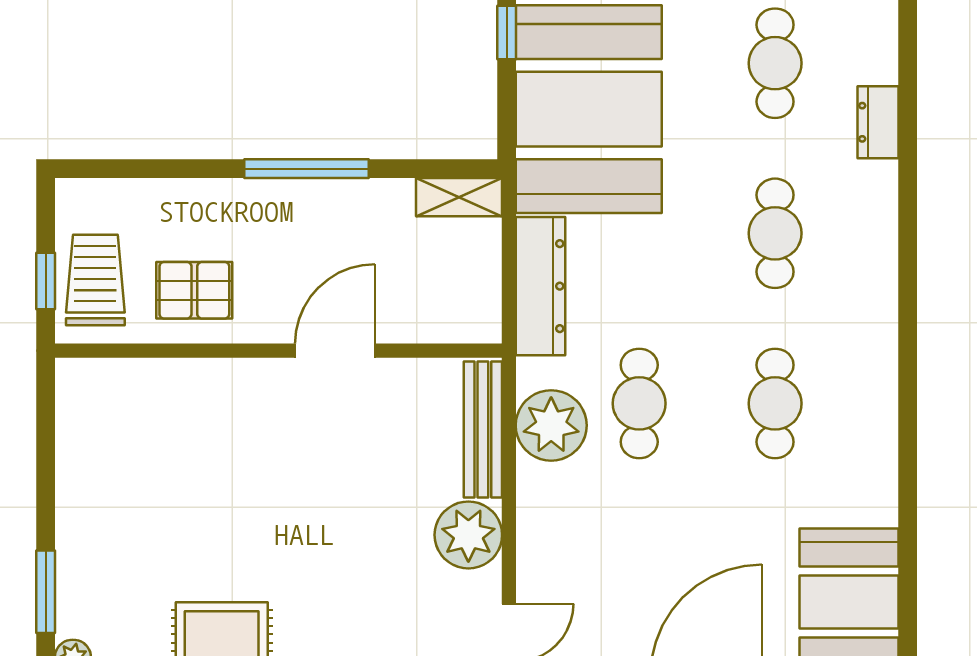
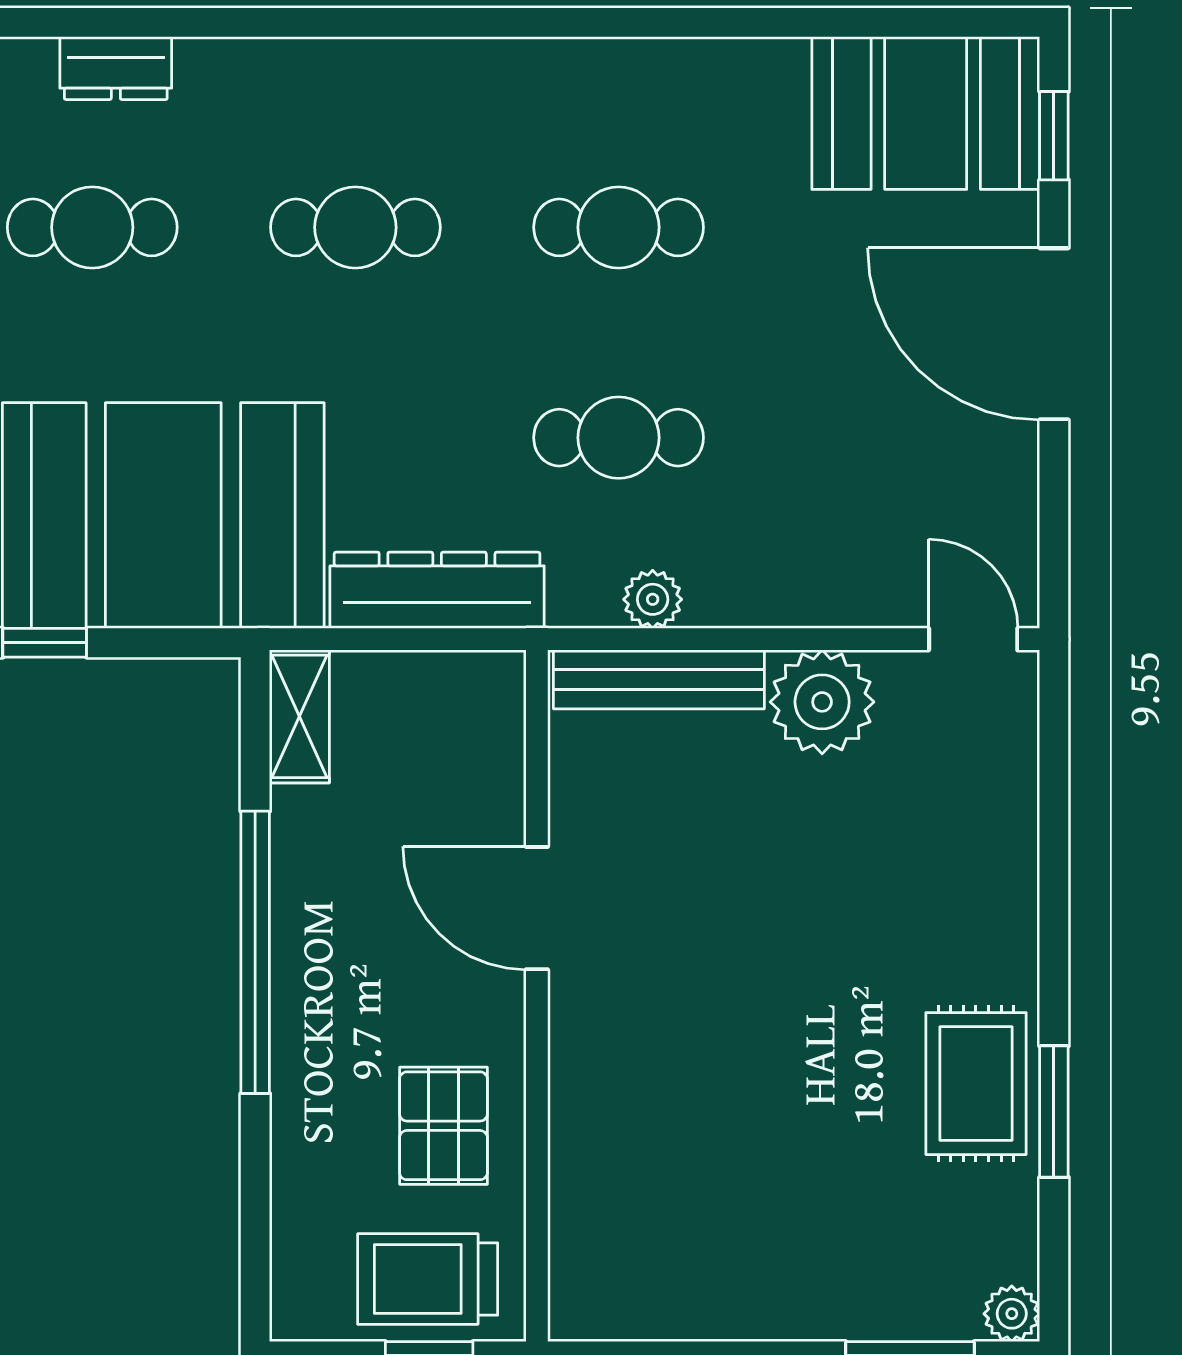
dresser: (878, 122) -> (116, 68), moved
window: (306, 169) -> (255, 952), width x1.46
plant: (551, 425) -> (653, 599), width x0.53, depth x0.53

